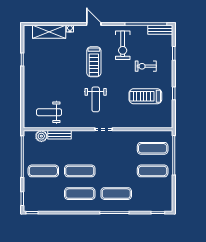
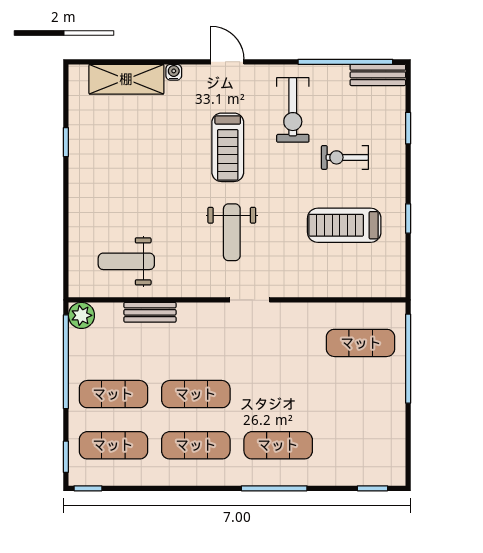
plant: (41, 136) -> (81, 315), moved
exercise mat: (153, 171) -> (113, 445), moved

